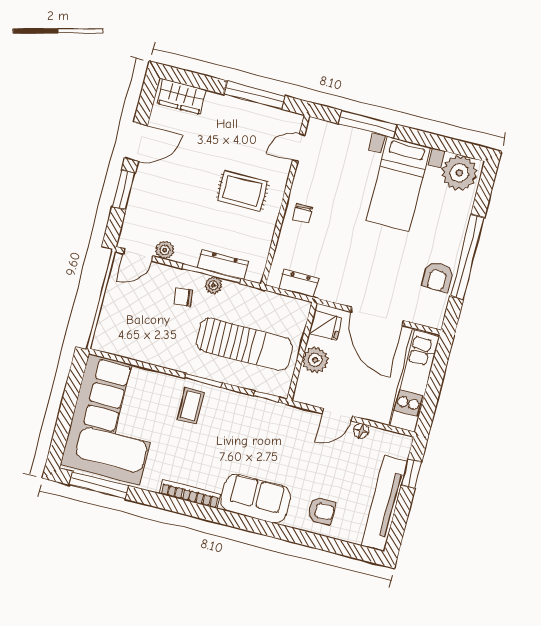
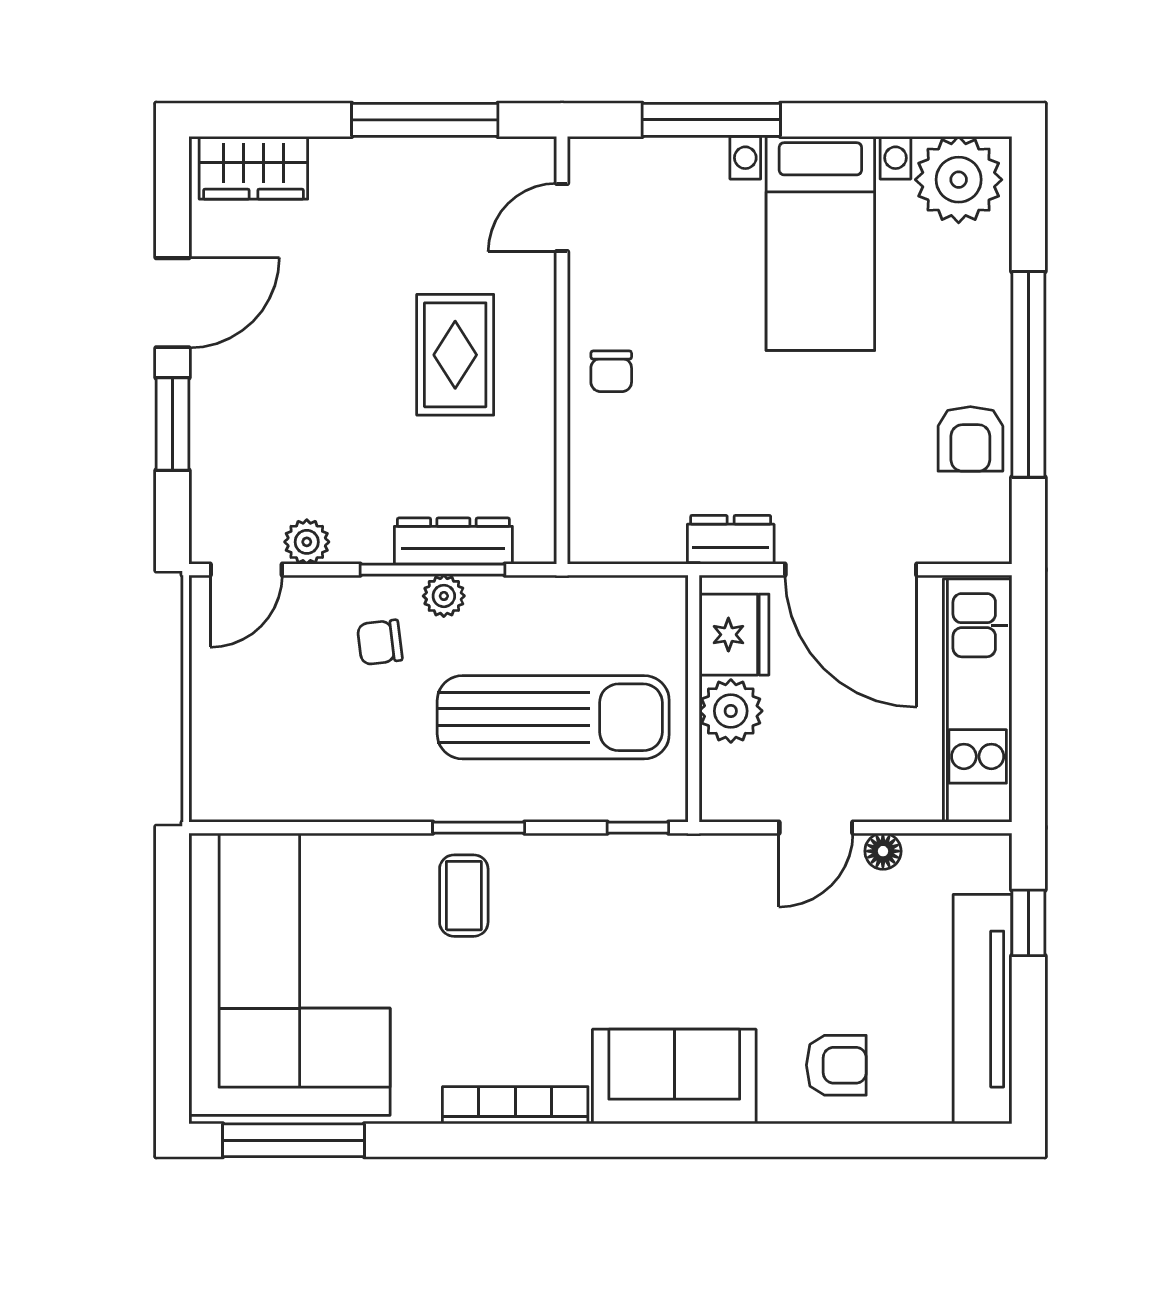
rug: (242, 191) -> (455, 355), turned 90
dresser: (299, 283) -> (731, 540), moved
fridge: (325, 326) -> (734, 635), width x1.38

